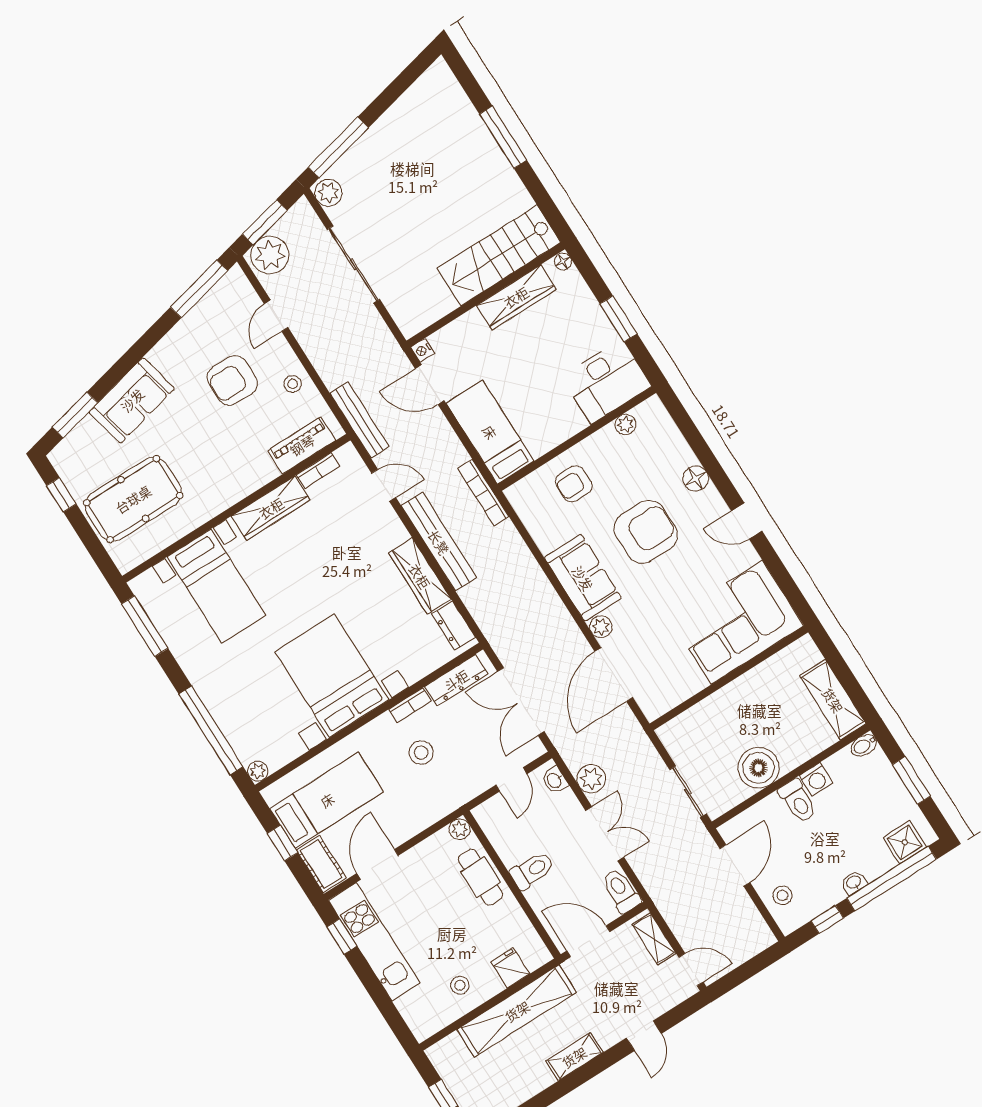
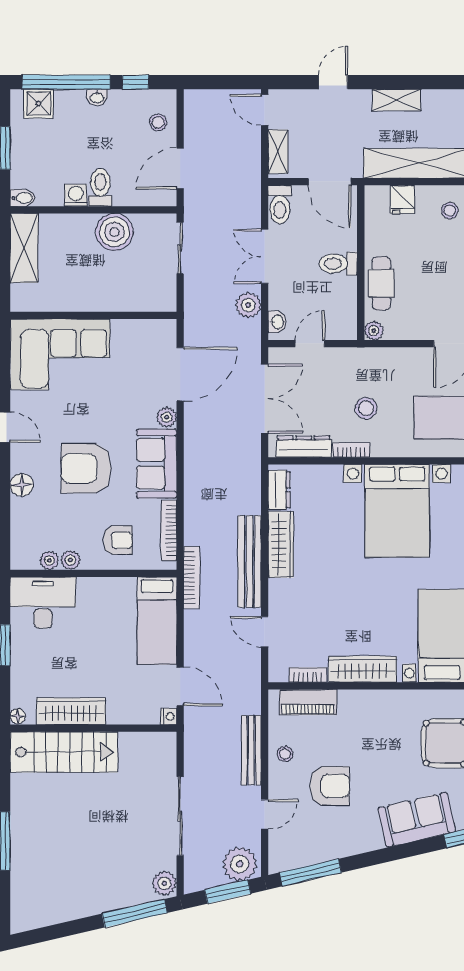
bench: (359, 420) -> (251, 750), moved
plant: (606, 437) -> (70, 560), added
bookcase: (532, 523) -> (169, 531), added

